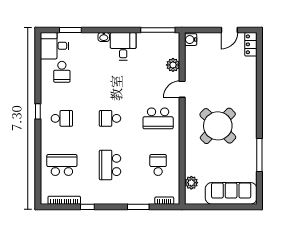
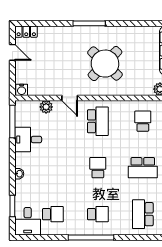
desk: (123, 46) -> (28, 140), moved
window: (38, 111) -> (91, 237), width x3.17
school desk: (62, 118) -> (98, 214), turned 90
school desk: (110, 118) -> (98, 168), turned 180
window: (259, 155) -> (89, 23), moved
school desk: (158, 165) -> (143, 121), turned 90

